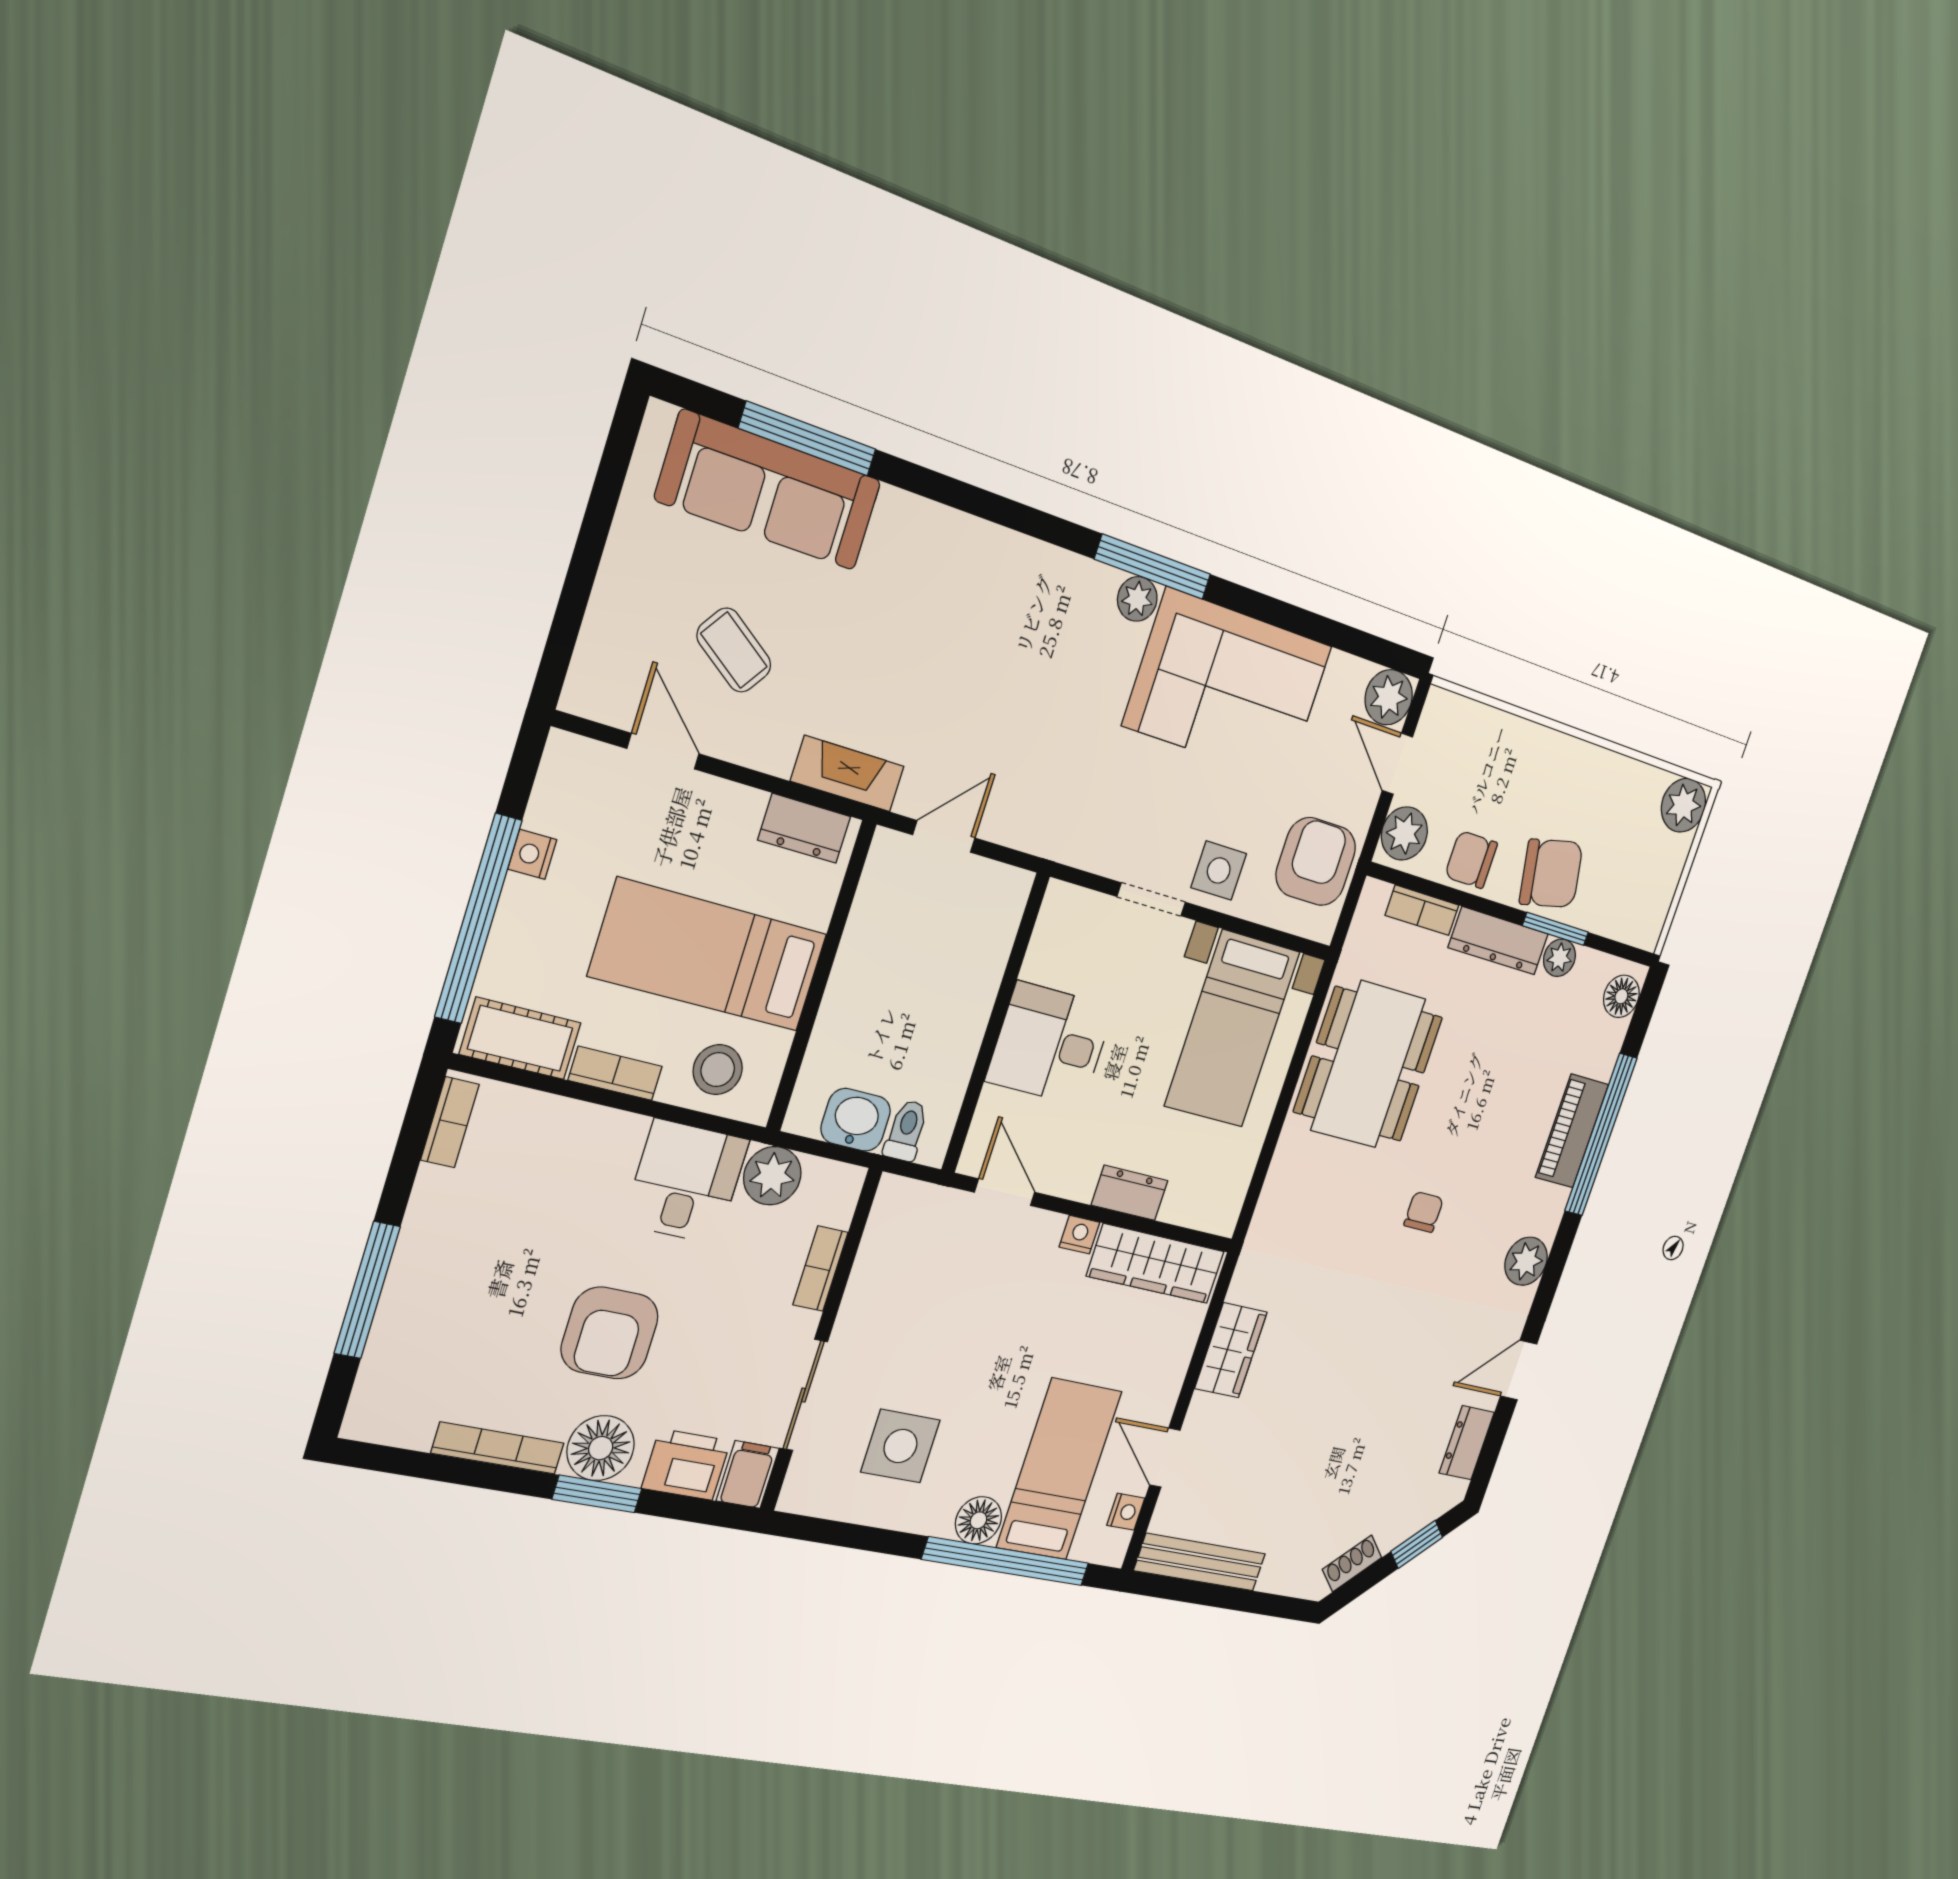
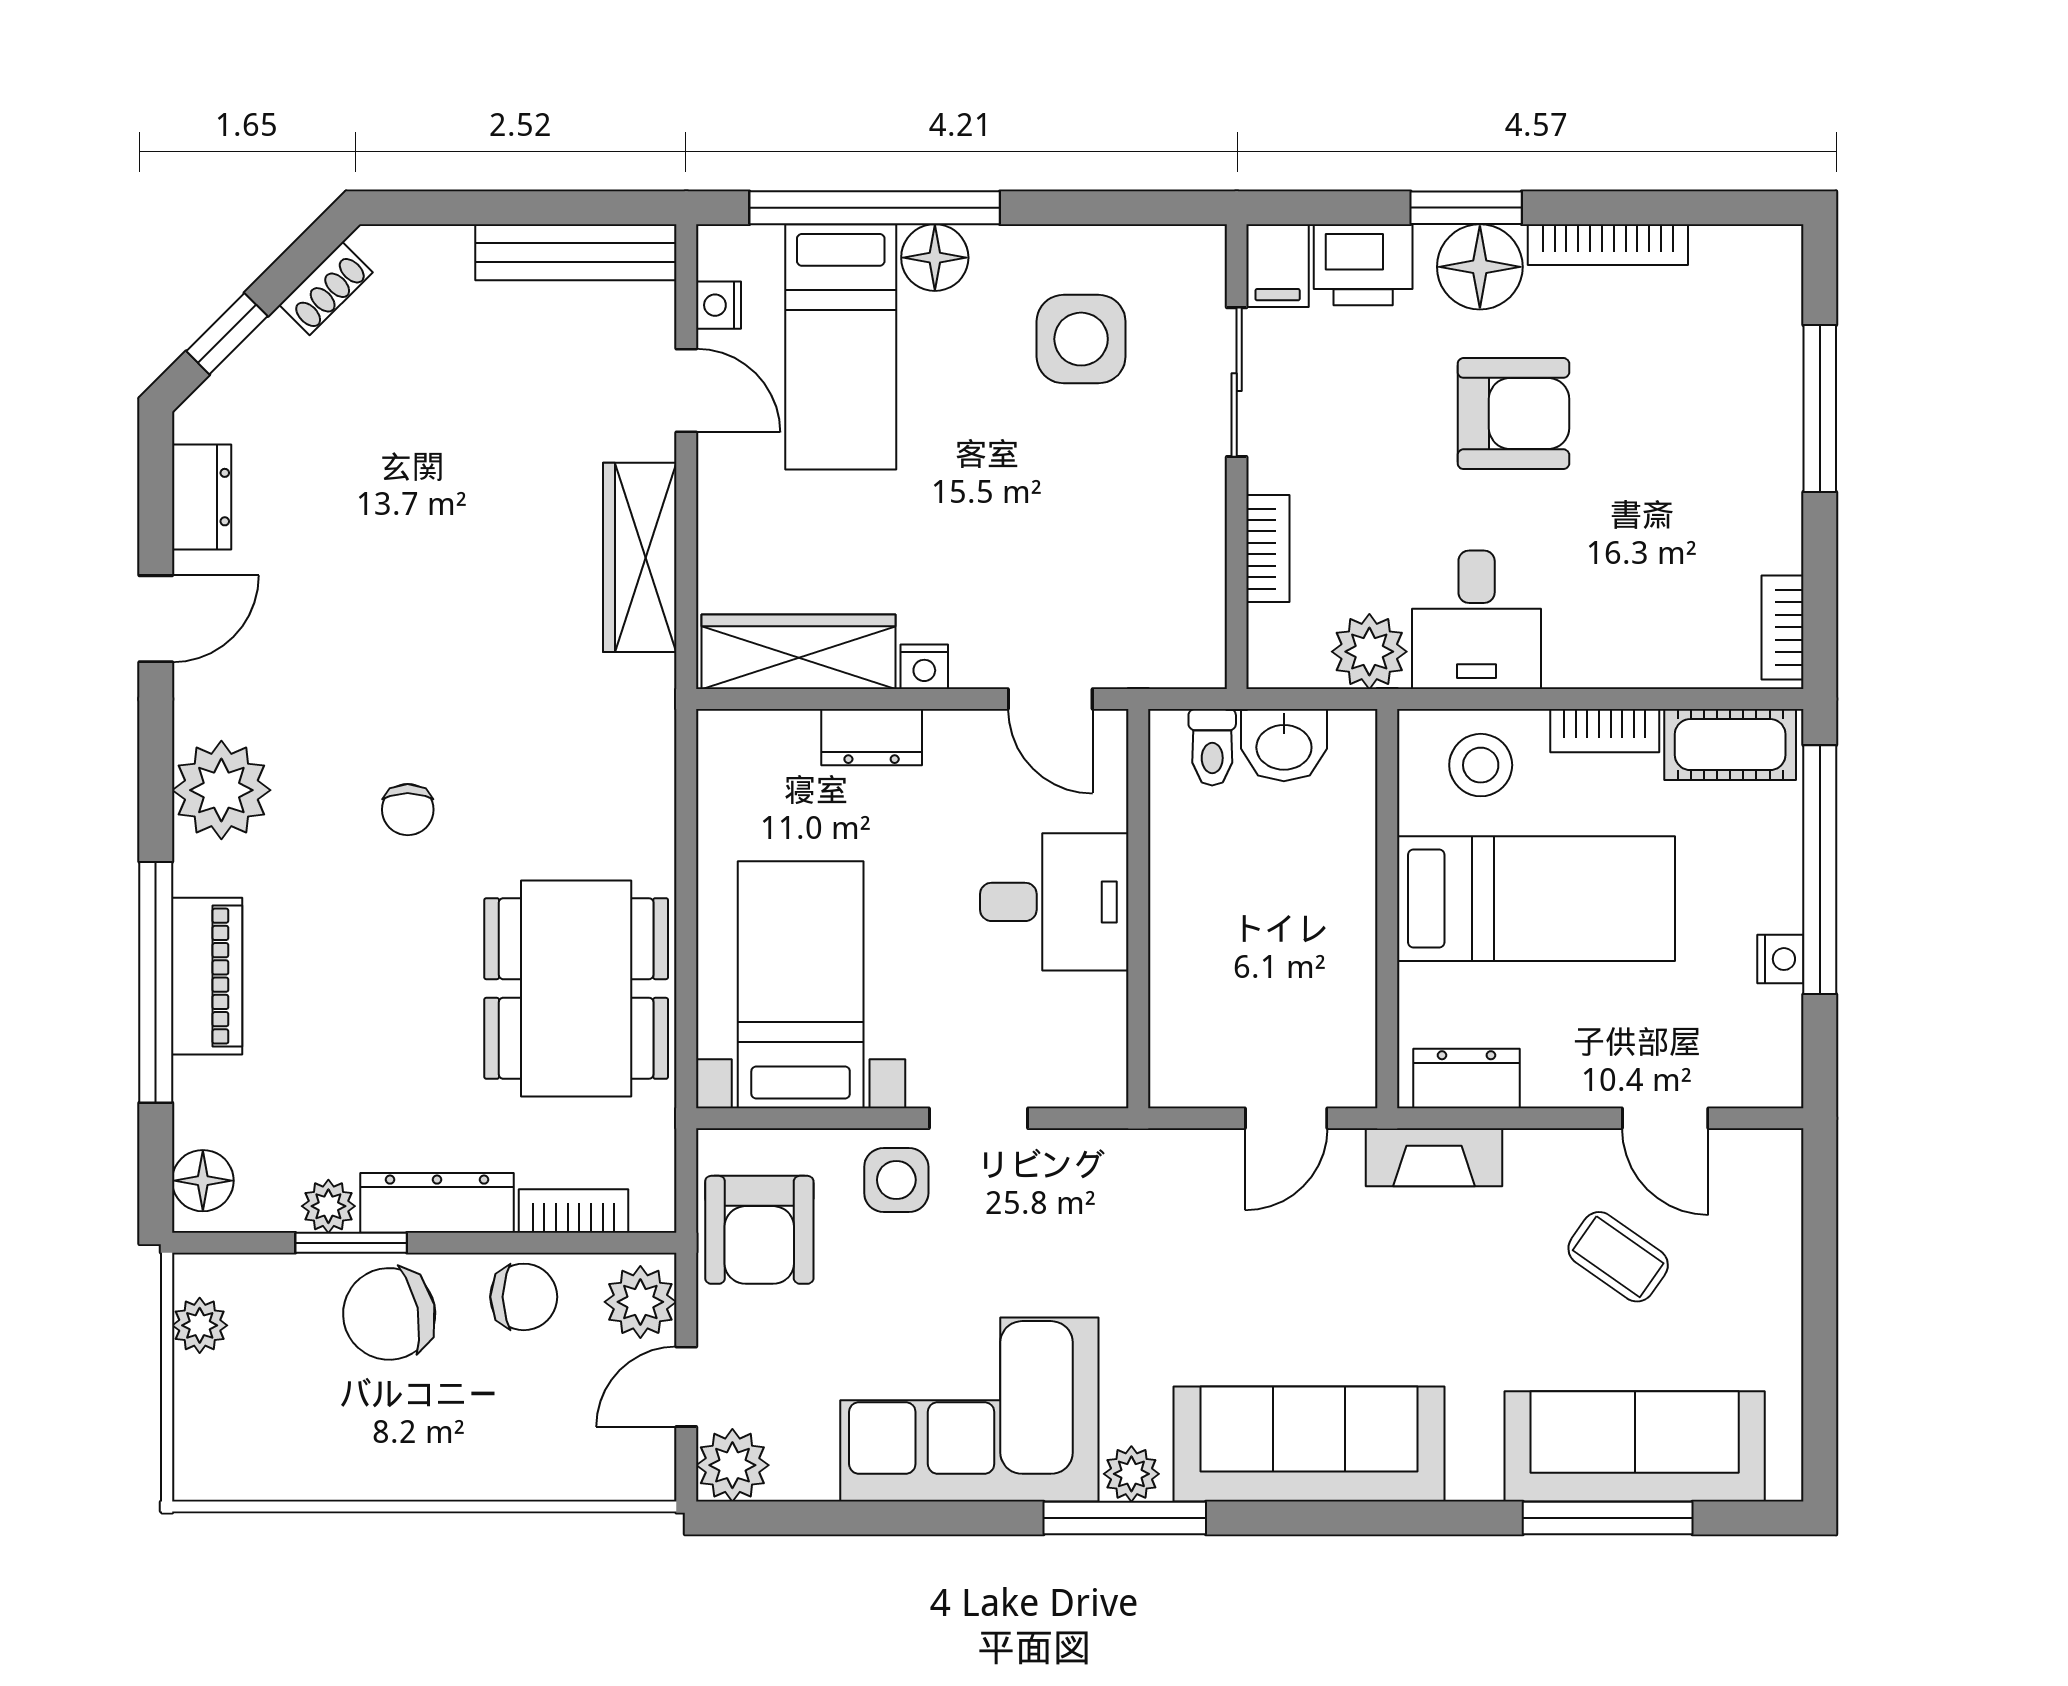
sofa: (1008, 578) -> (1309, 1444), added
door: (1397, 764) -> (686, 1387), swing flipped
plant: (1683, 805) -> (200, 1325), moved, width x0.73, depth x0.73
plant: (1526, 1261) -> (221, 790), width x1.36, depth x1.36
armchair: (610, 1333) -> (1513, 414), turned 90
wardrobe: (1231, 1350) -> (640, 557), width x1.50

